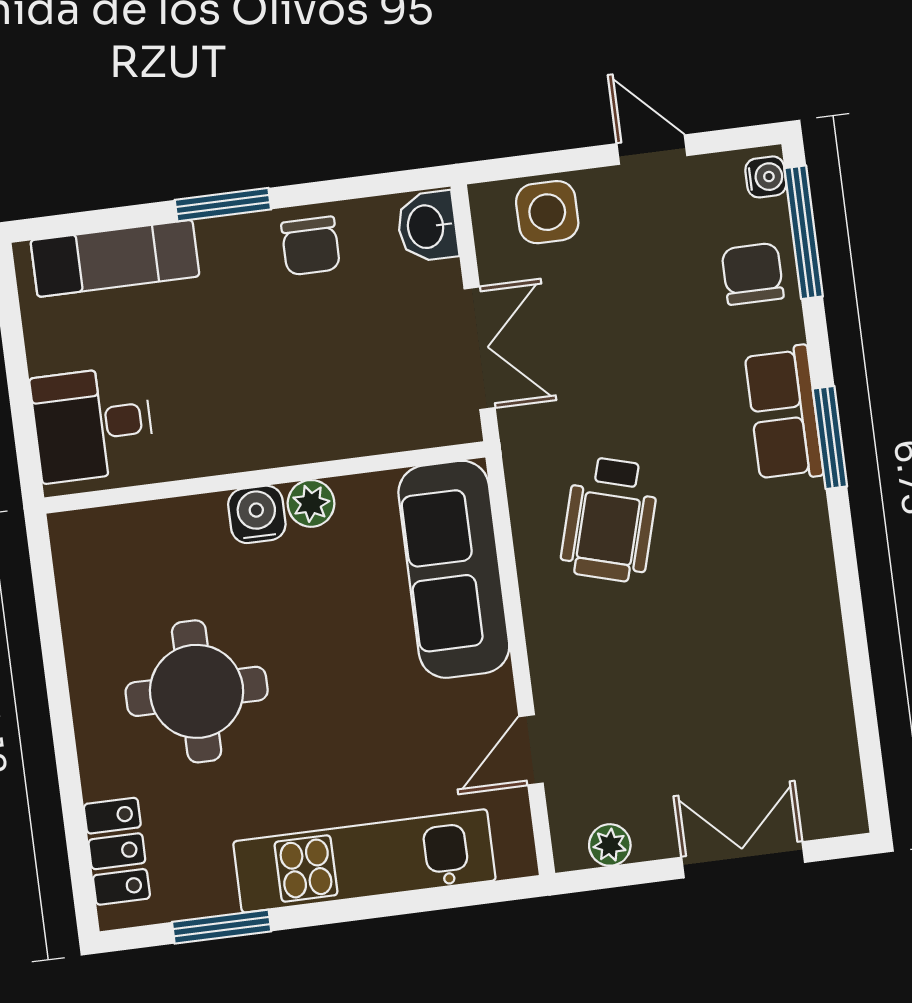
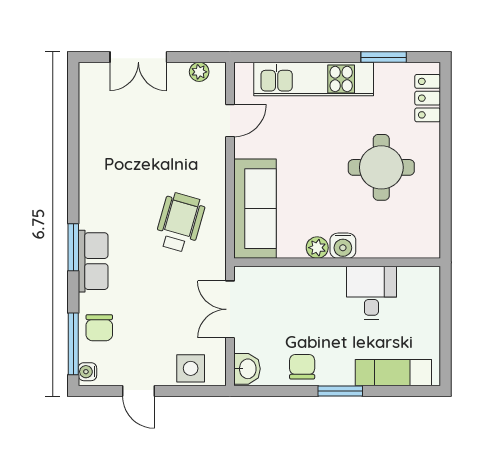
desk: (93, 424) -> (371, 293), moved, turned -90

